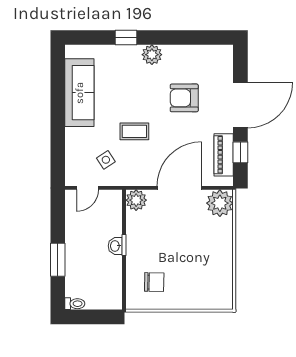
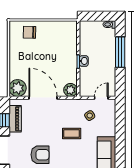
door: (179, 188) -> (43, 98), swing flipped
window: (58, 260) -> (120, 52), width x1.44
chair: (154, 282) -> (30, 32), moved

